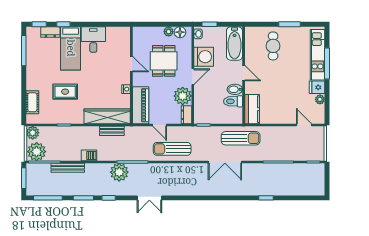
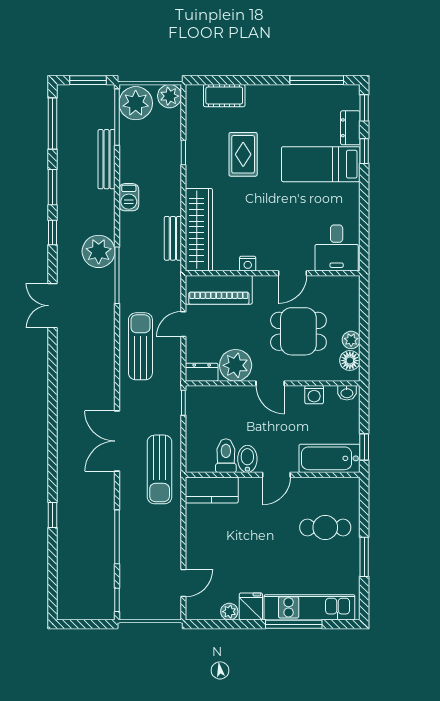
window: (209, 24) -> (364, 447), moved
desk: (93, 40) -> (337, 248), moved, turned 90
washing machine: (204, 57) -> (314, 395), width x0.53, depth x0.53

